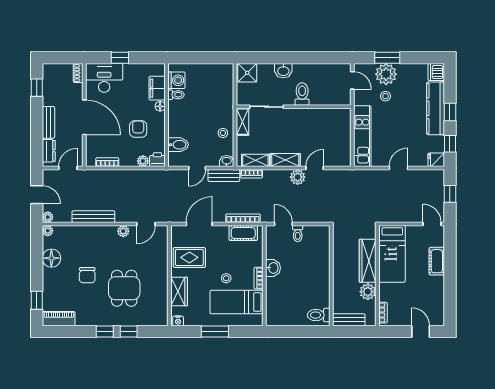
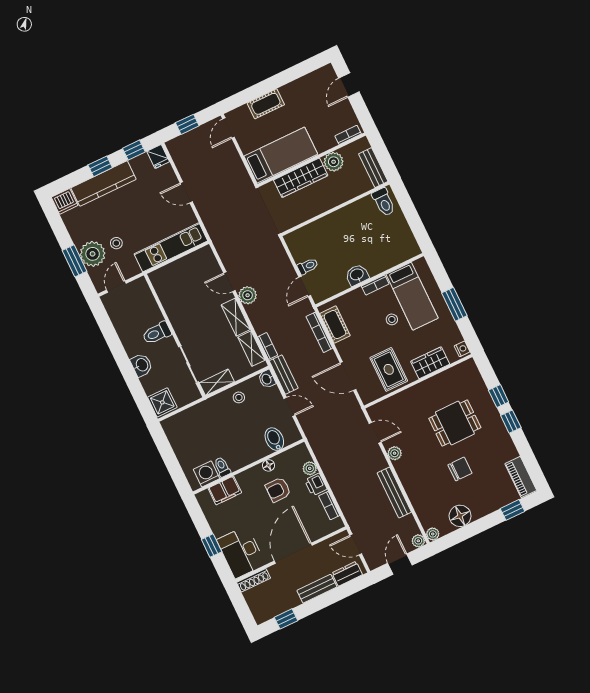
shoe rack: (78, 73) -> (254, 580), width x1.43
floor lamp: (160, 106) -> (269, 465), moved
printer: (157, 160) -> (316, 485), moved

